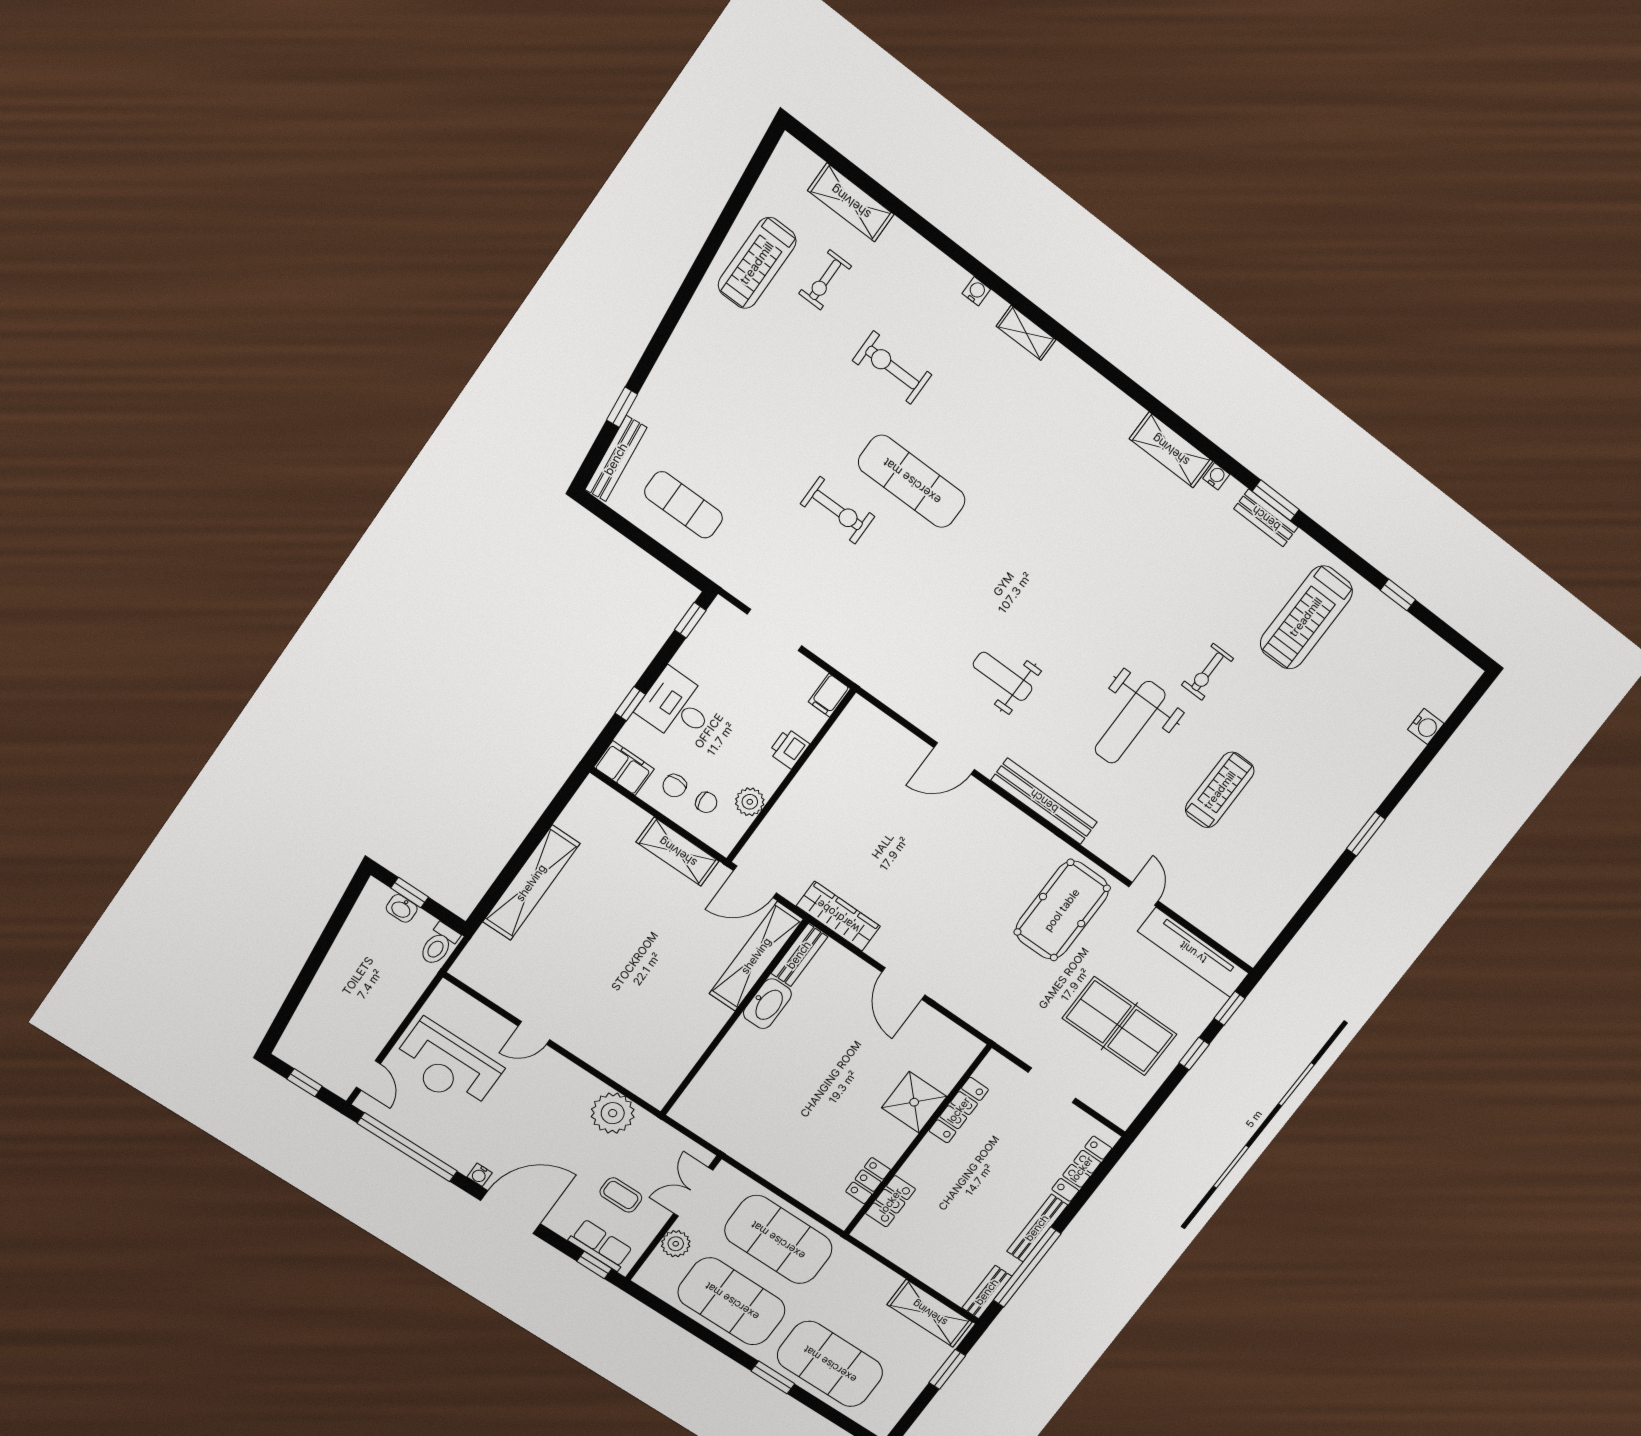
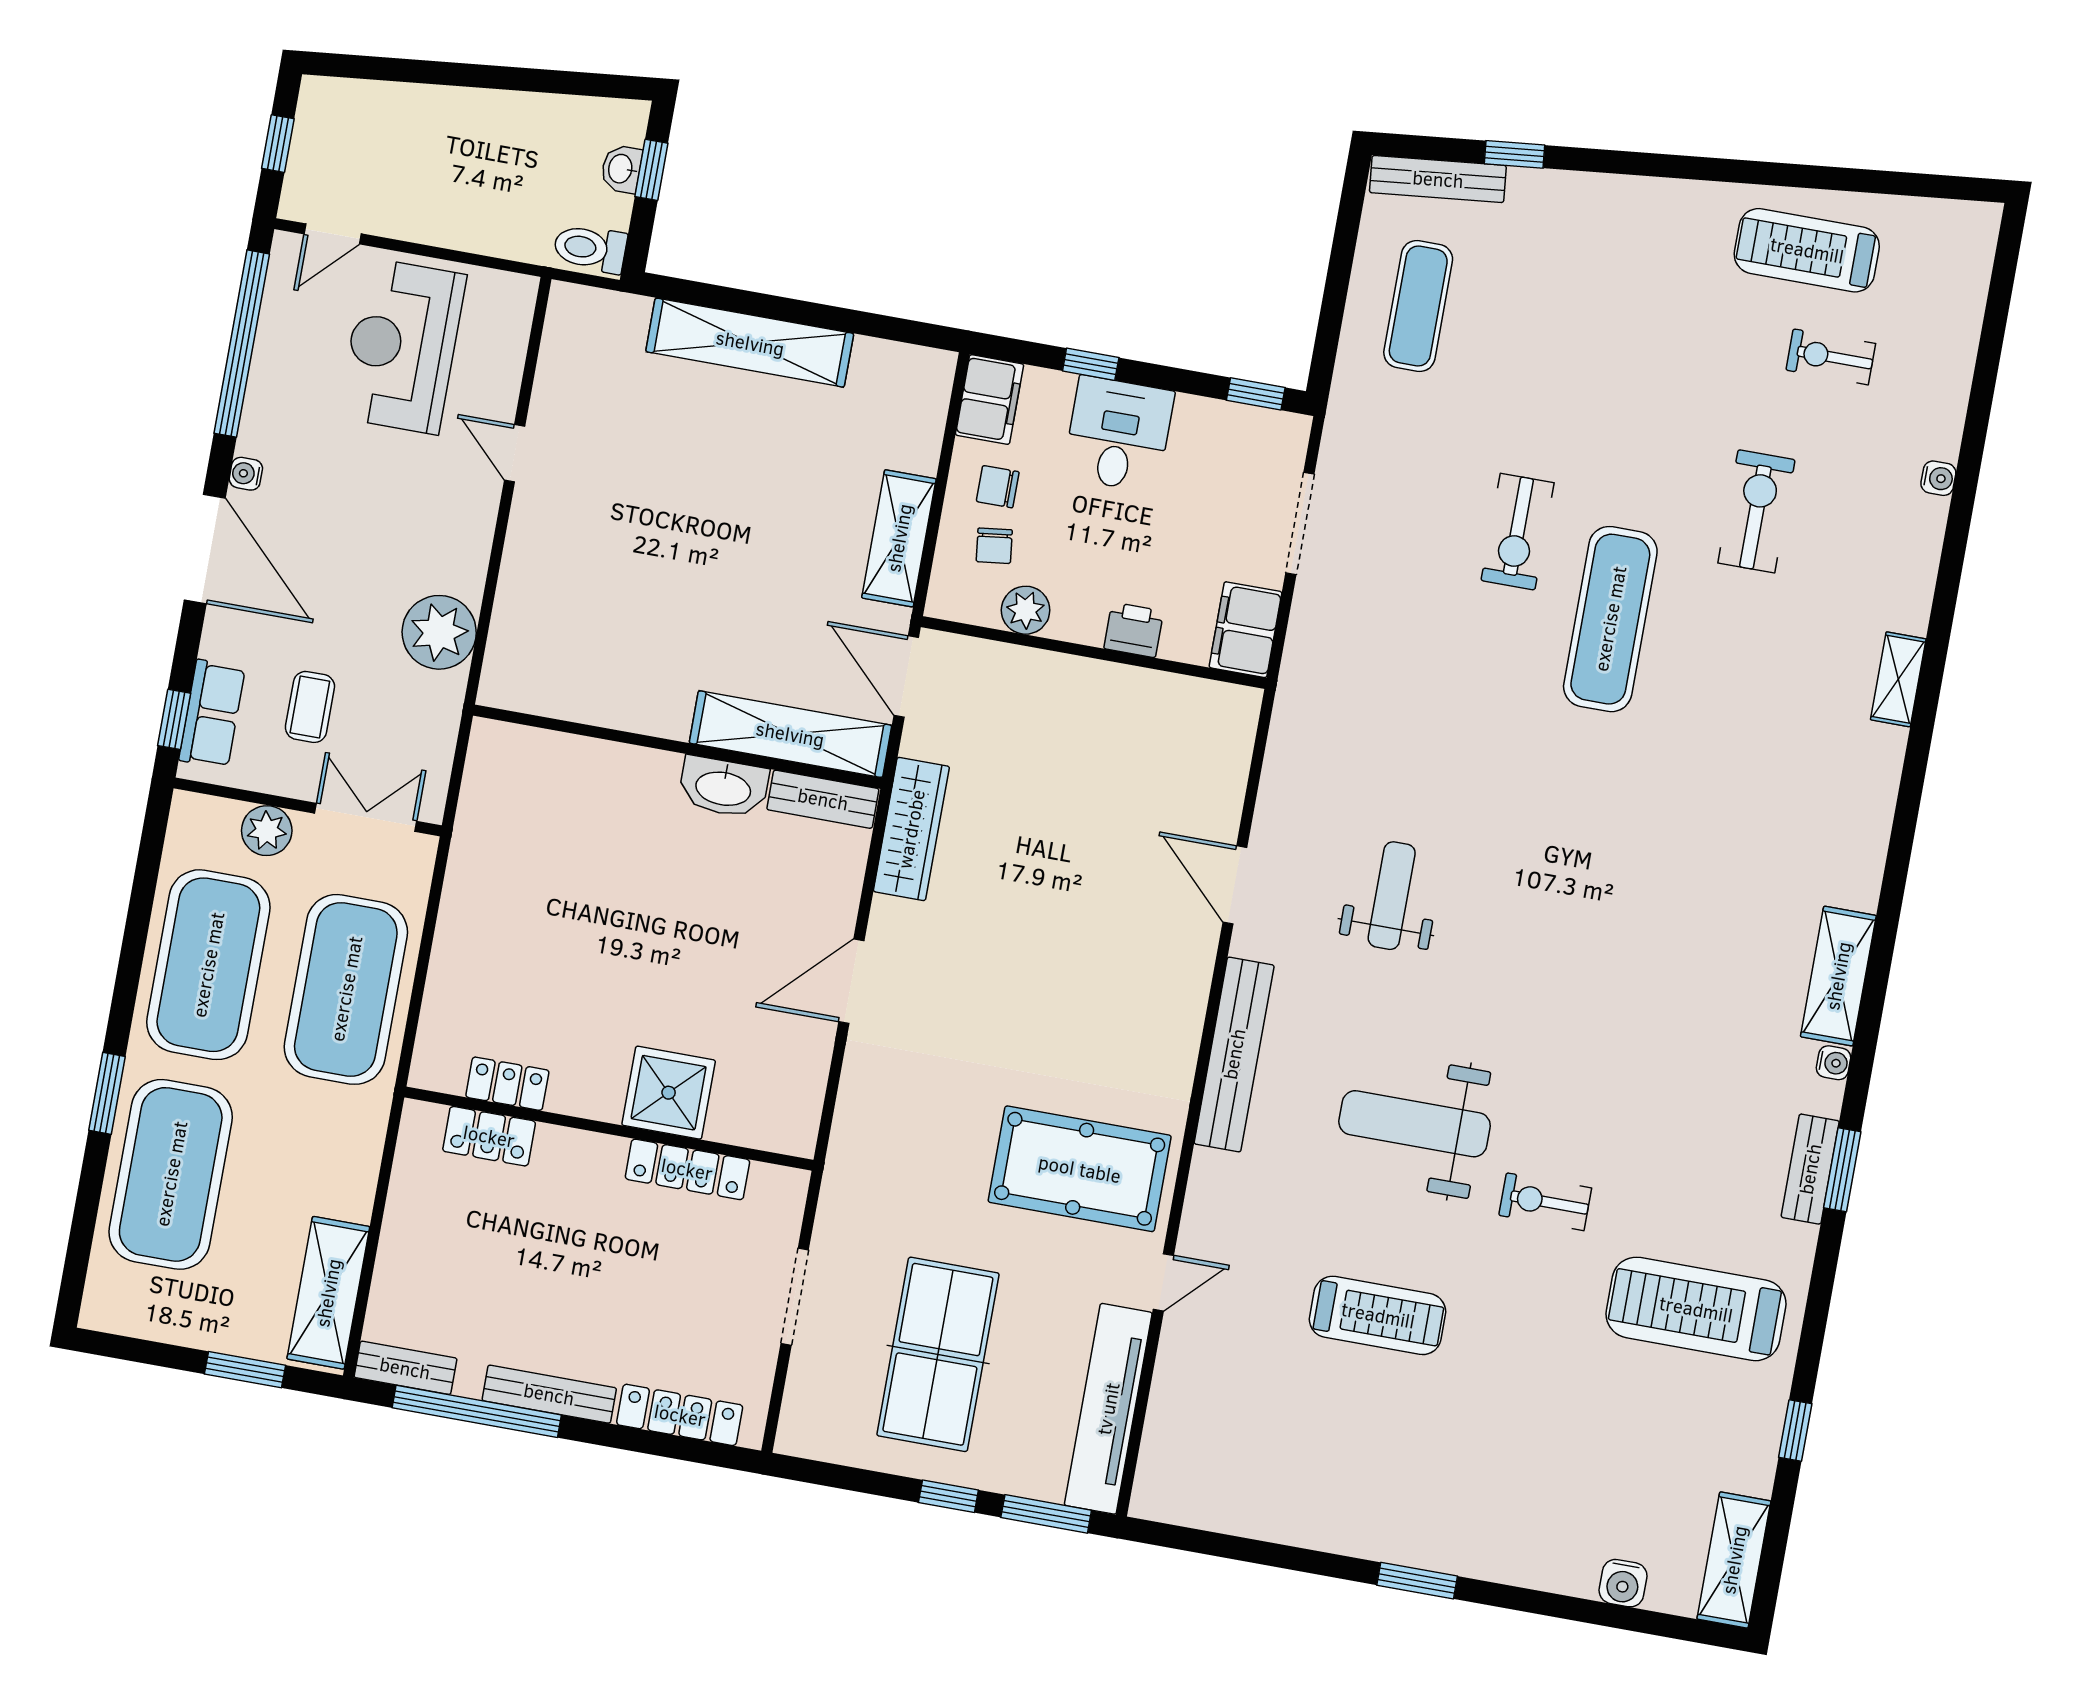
shelving: (851, 202) -> (1734, 1560), moved
water cooler: (976, 291) -> (1938, 478), moved
filing cabinet: (829, 695) -> (1245, 630), width x2.00
window: (1229, 1008) -> (1046, 1514), width x1.50

